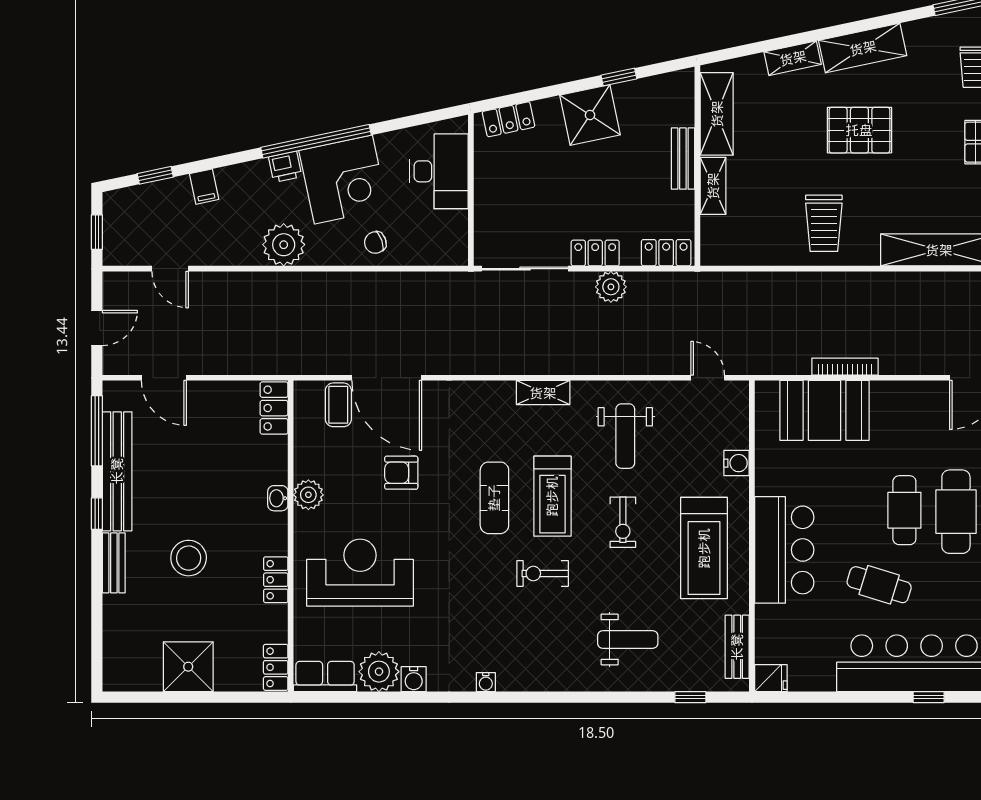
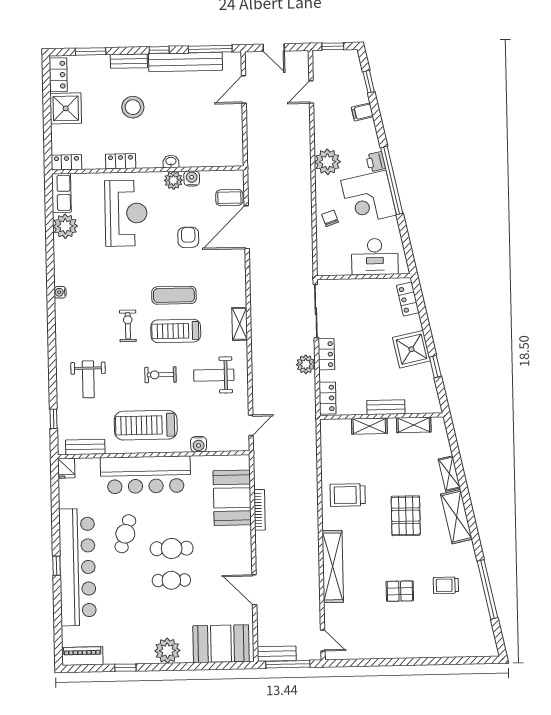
shelving: (717, 114) -> (414, 425), width x0.67, depth x0.75
locker: (274, 408) -> (58, 75), moved, turned 90
cafe table: (956, 512) -> (171, 580), width x0.73, depth x0.74
bar counter: (784, 550) -> (146, 475), width x1.36
window: (97, 625) -> (90, 51), added
water cooler: (414, 679) -> (192, 178), moved, turned 90

